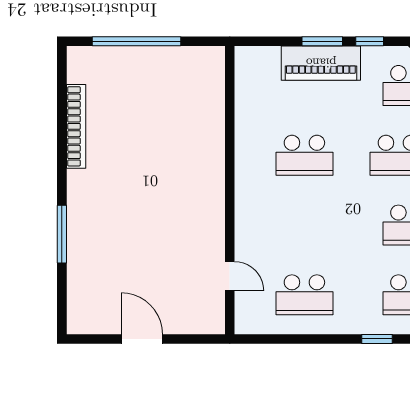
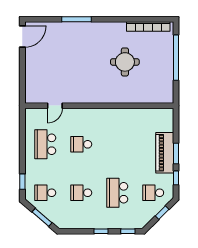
bookcase: (76, 126) -> (148, 27), moved
round table: (145, 140) -> (125, 62), added
school desk: (304, 155) -> (81, 144), moved, width x0.54
door: (142, 339) -> (22, 36), moved

